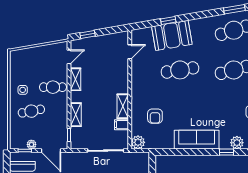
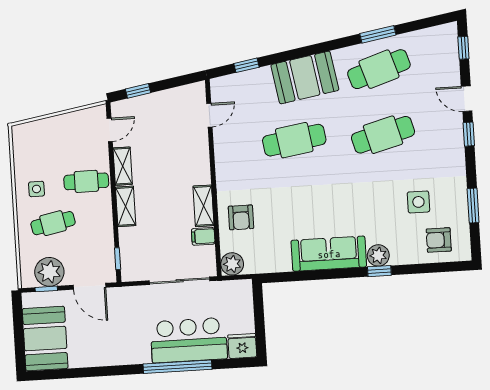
window: (168, 21) -> (246, 65), moved
booth: (172, 35) -> (305, 77), moved
shelving: (76, 115) -> (126, 206), moved
armchair: (155, 116) -> (241, 217), moved
plant: (237, 143) -> (378, 255), moved
plant: (31, 144) -> (49, 272), width x1.88, depth x1.88

